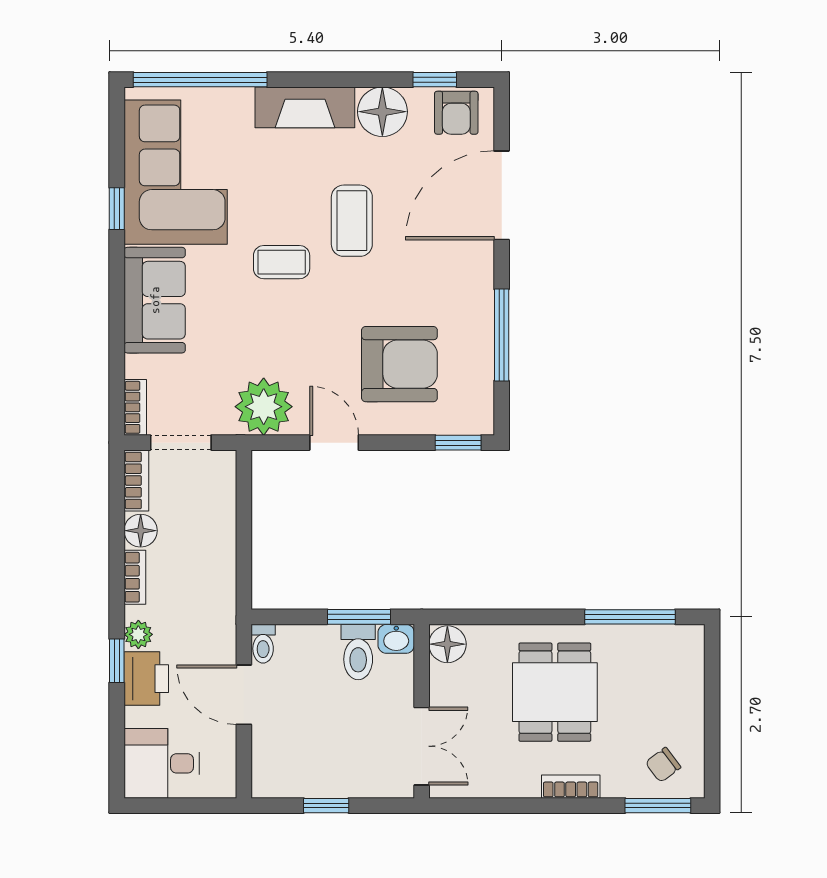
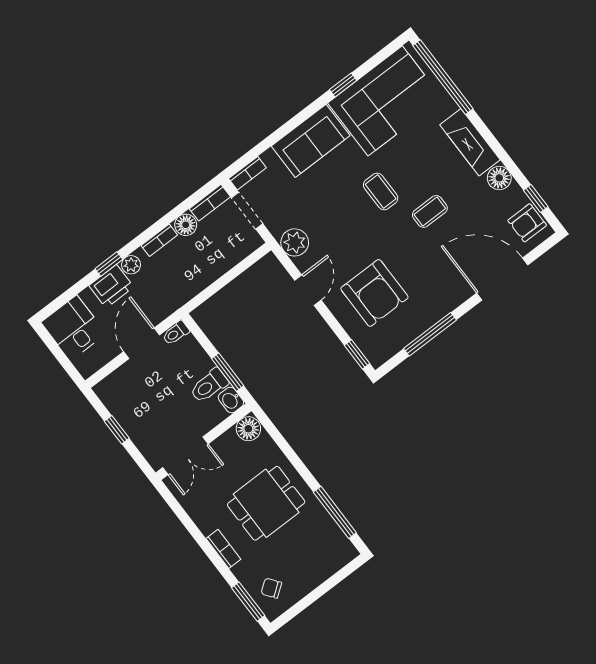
floor lamp: (382, 112) -> (499, 178), width x0.73, depth x0.73
coffee table: (352, 221) -> (430, 211), width x0.73, depth x0.77
plant: (264, 407) -> (295, 242), width x0.73, depth x0.73

